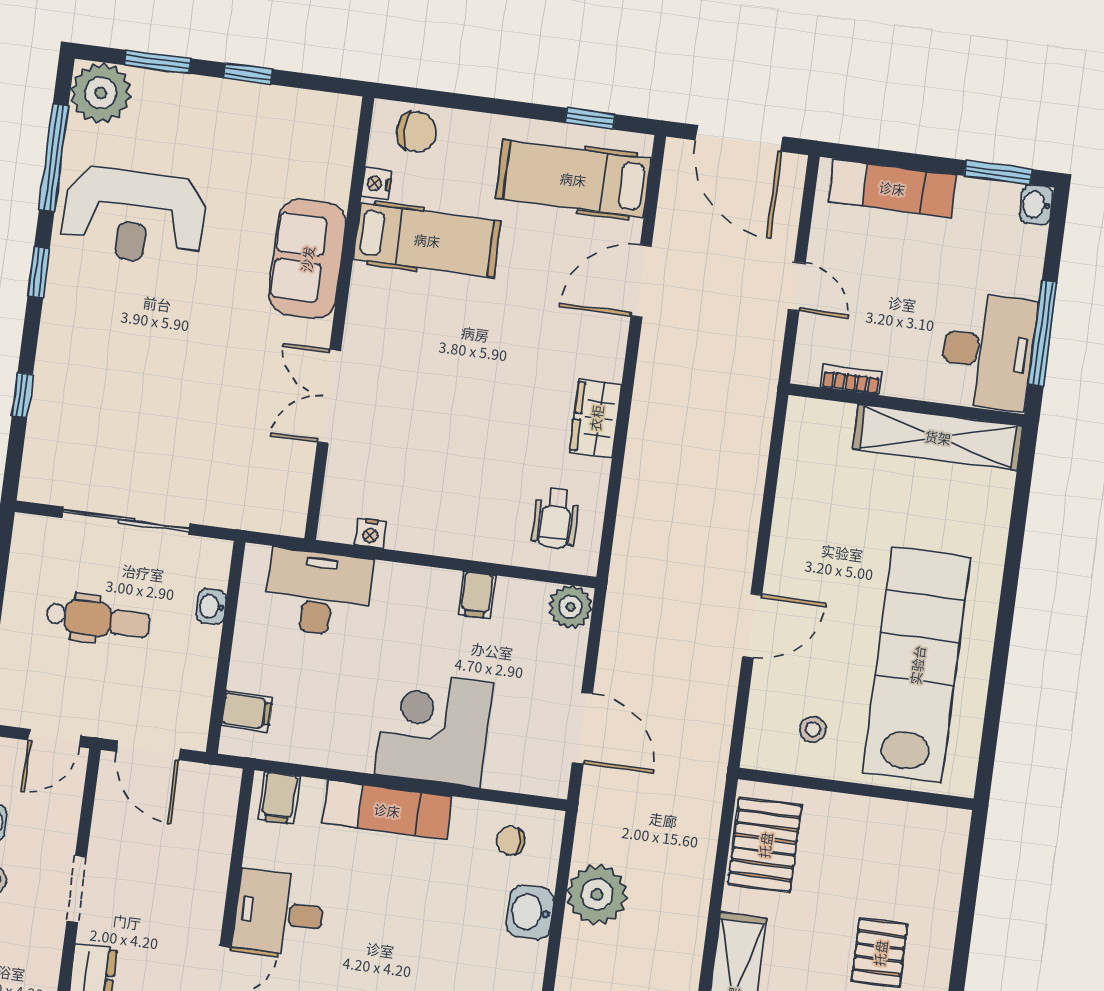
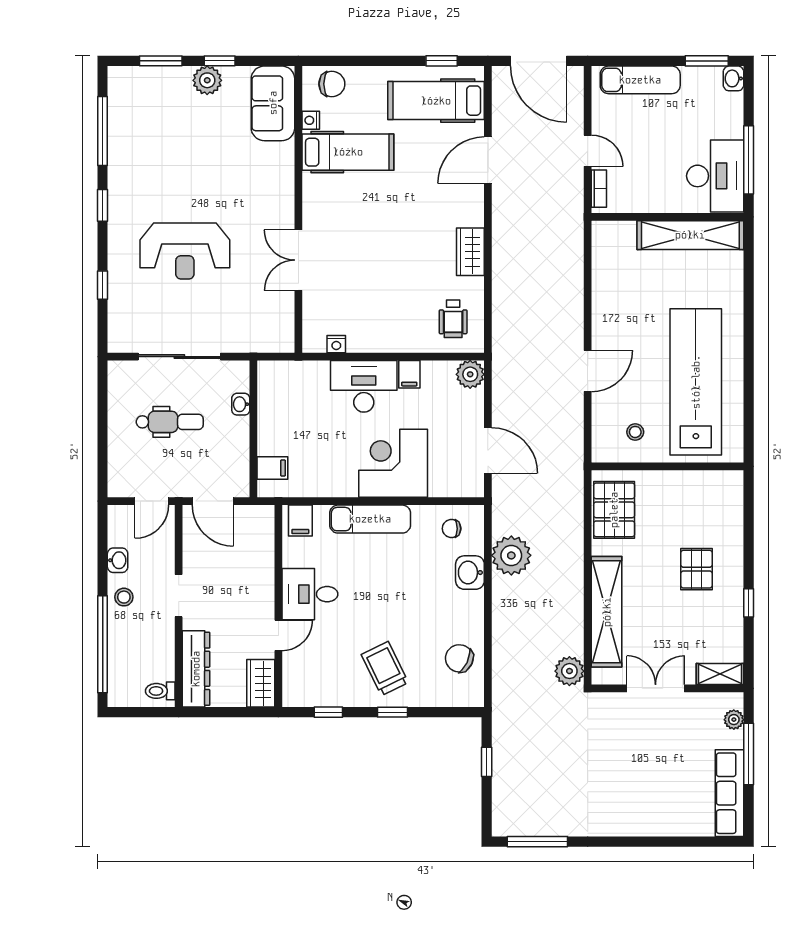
plant: (101, 93) -> (207, 80), moved, width x0.73, depth x0.73
reception desk: (134, 216) -> (185, 251), moved
sofa: (307, 259) -> (273, 103), moved
bookcase: (851, 380) -> (599, 189), moved, turned 90
desk: (318, 593) -> (364, 386), moved

